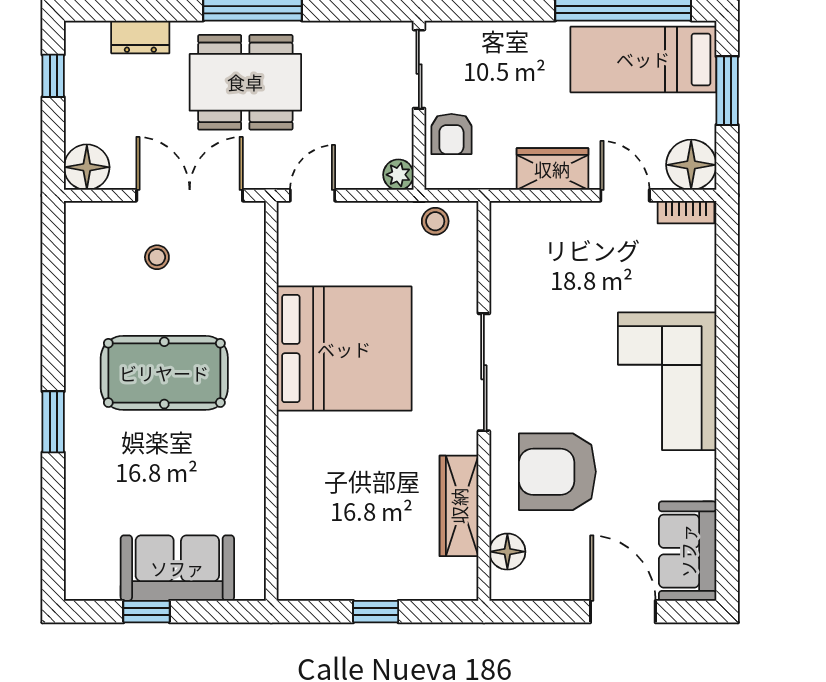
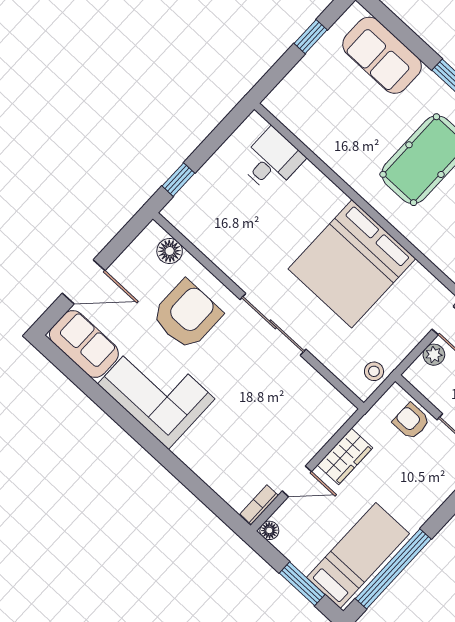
floor lamp: (691, 165) -> (269, 530), width x0.53, depth x0.53
plant: (398, 175) -> (434, 355), moved
corner sofa: (667, 381) -> (156, 391), moved
wardrobe: (459, 506) -> (216, 248), removed
desk: (314, 533) -> (271, 160), added
sofa: (177, 568) -> (382, 55), moved, turned 90
window: (376, 612) -> (178, 180), moved

